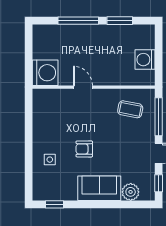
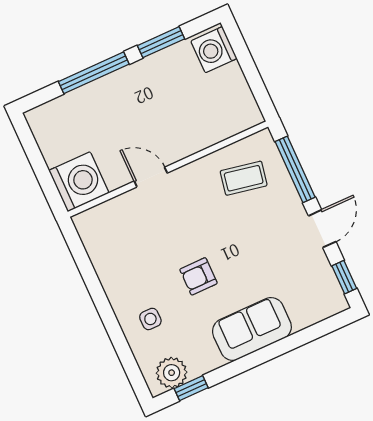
washing machine: (145, 60) -> (214, 50), moved
plant: (131, 192) -> (172, 373), moved

